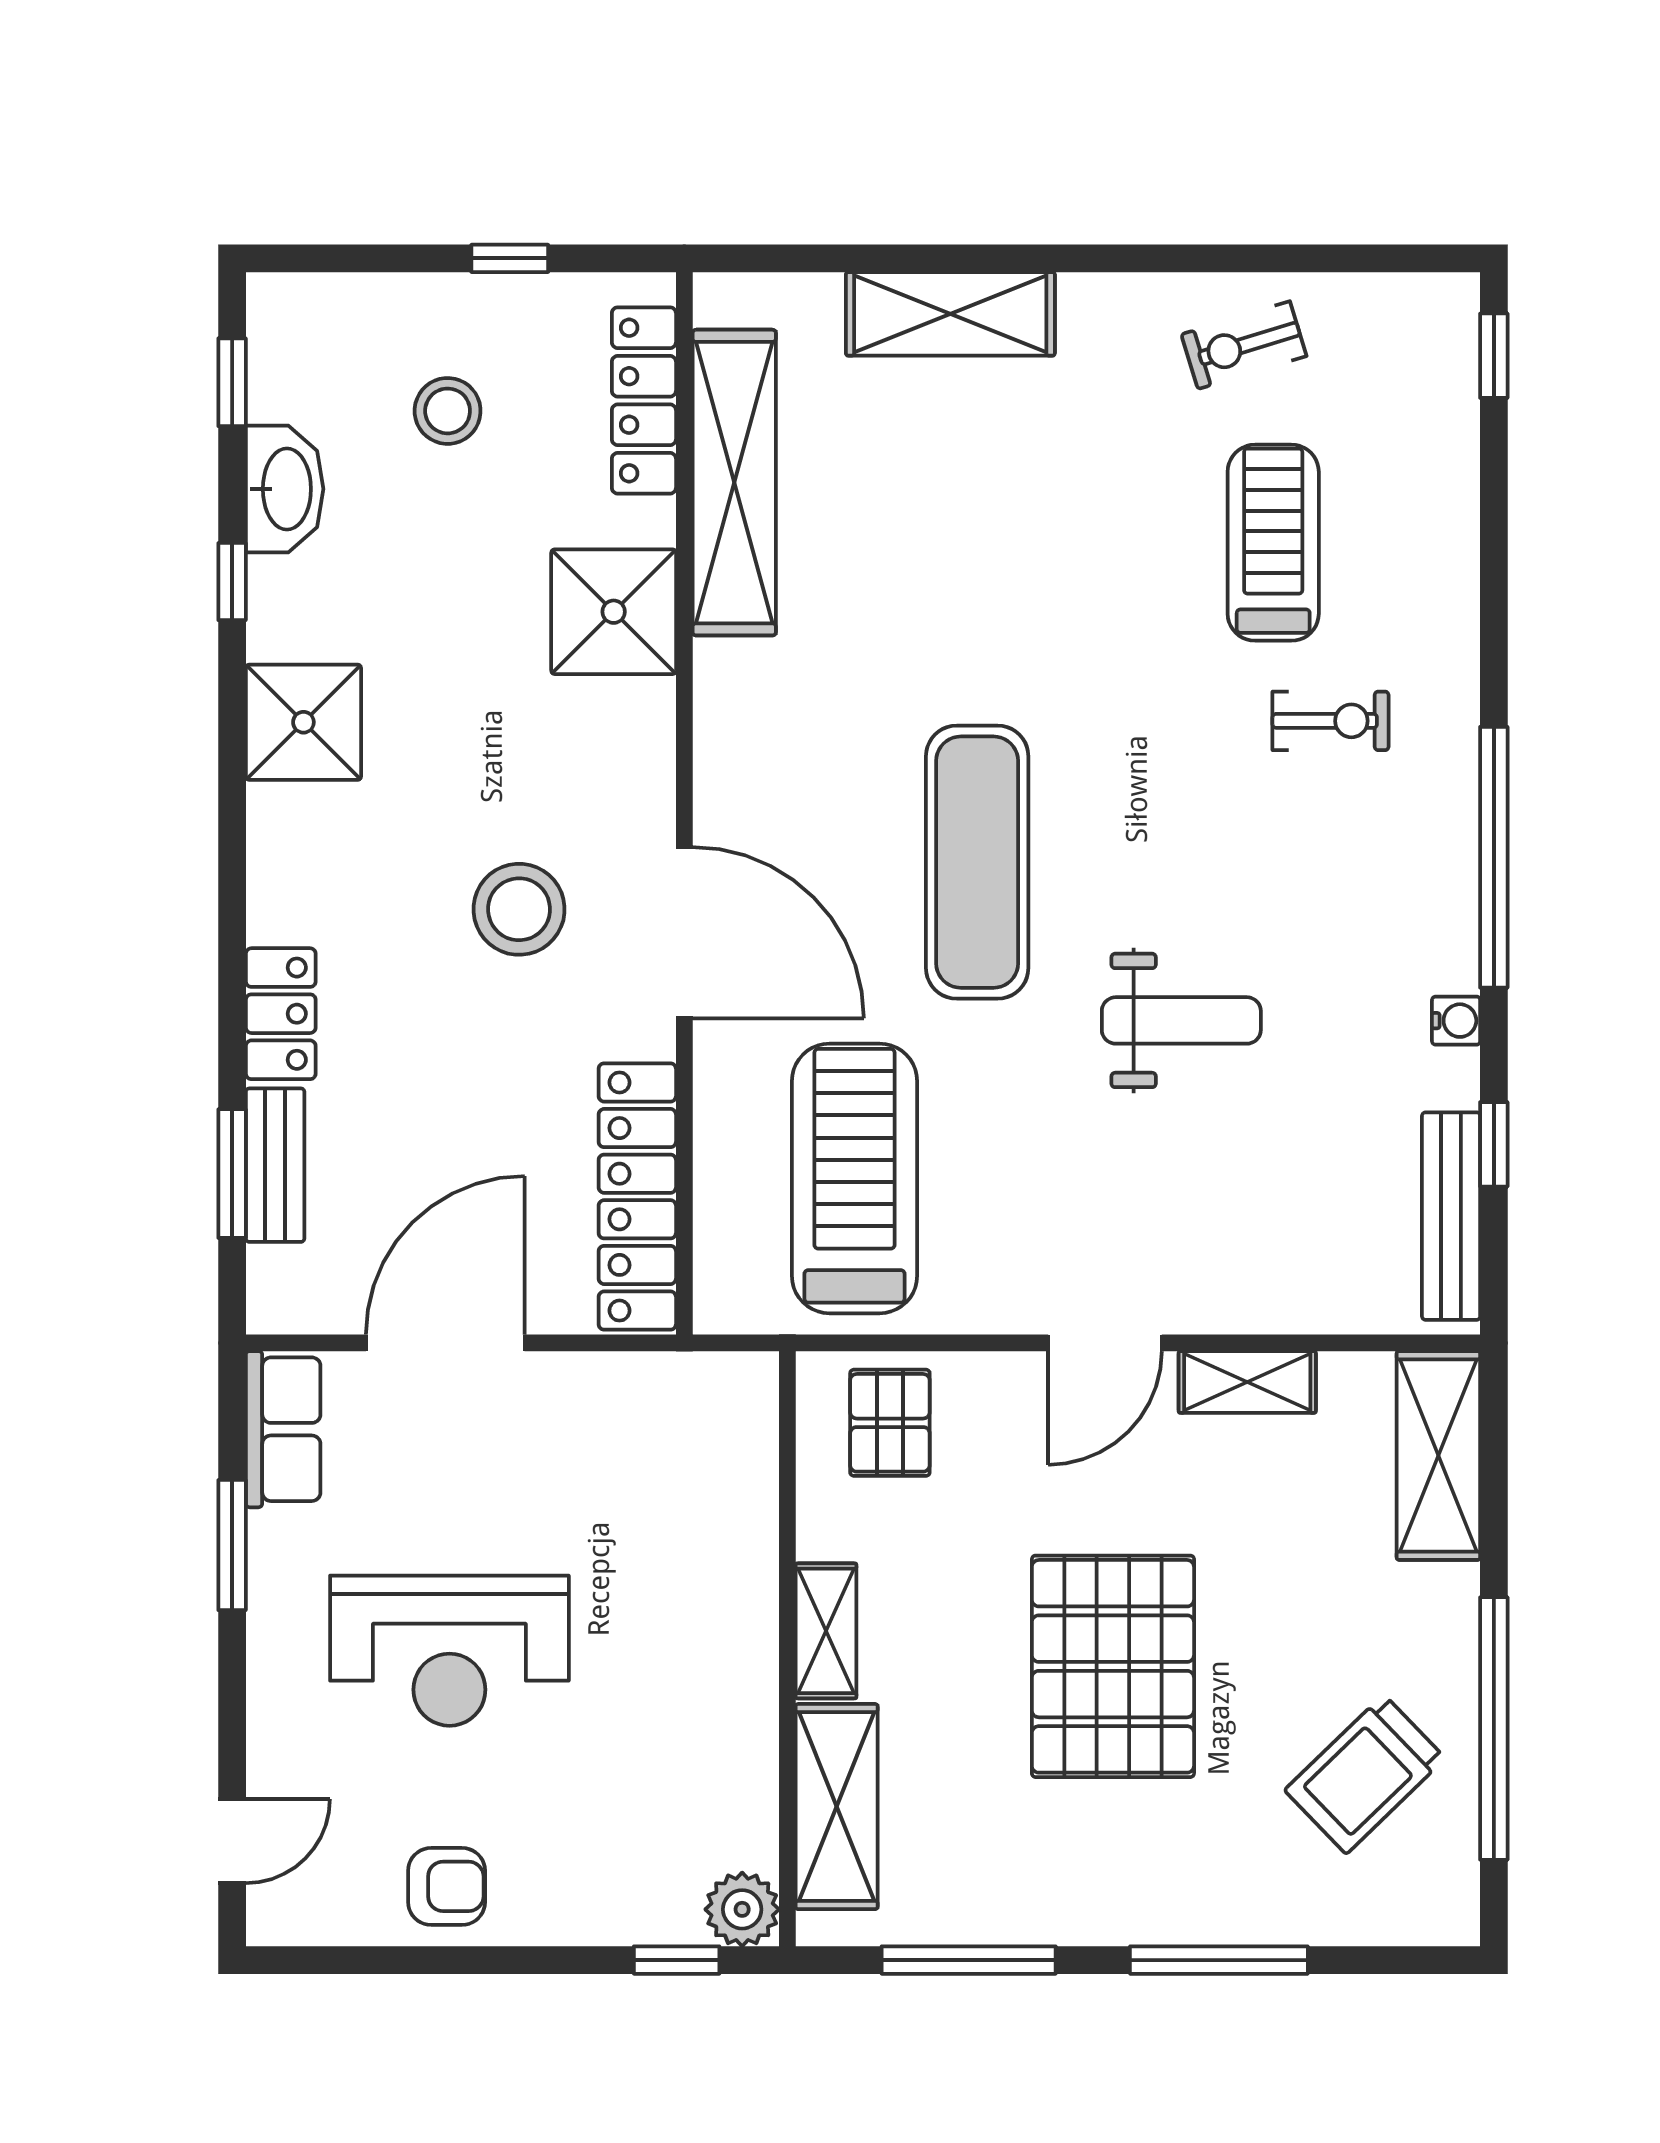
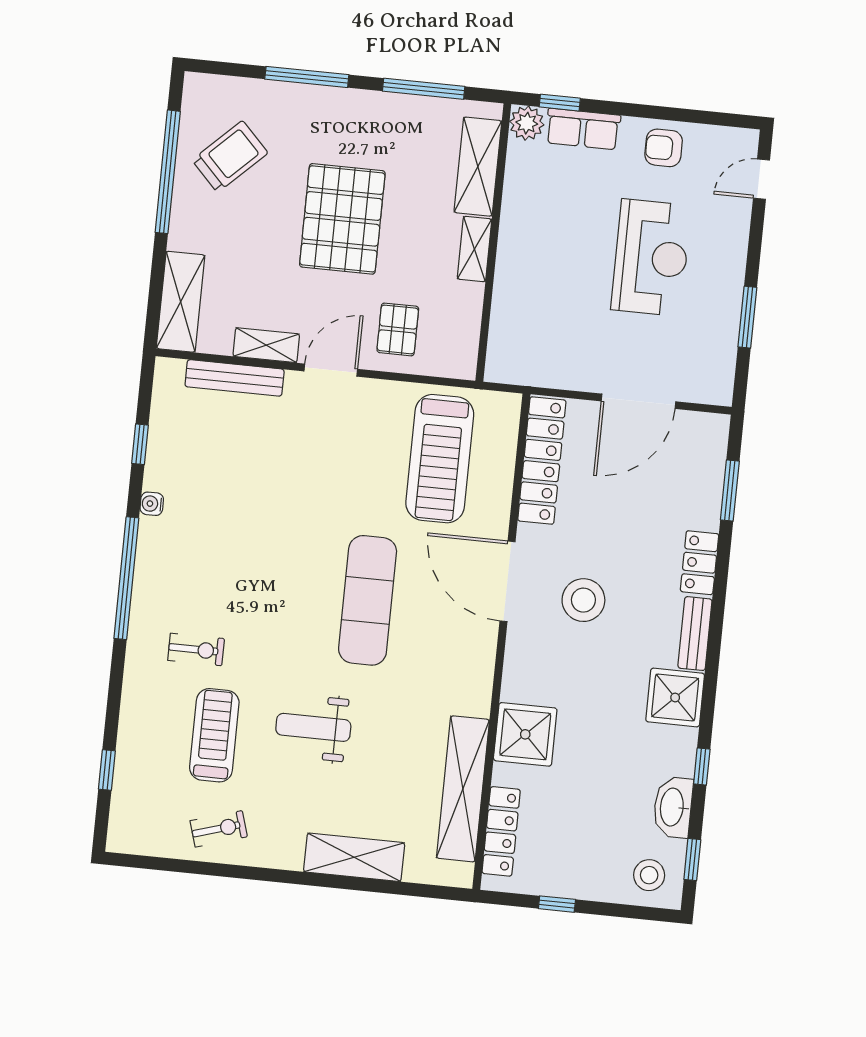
window: (1494, 356) -> (107, 770), moved
stool: (448, 411) -> (649, 875), moved
treadmill: (1273, 543) -> (214, 735), turned 180
exercise bike: (1331, 721) -> (196, 649), turned 180
weight bench: (1181, 1020) -> (313, 727), moved
bench: (275, 1165) -> (695, 634), moved
bench: (1451, 1216) -> (235, 378), moved, turned 90
pallet: (890, 1423) -> (398, 329), moved
row of seats: (283, 1429) -> (583, 129), moved, turned -90
reception desk: (449, 1651) -> (651, 258), turned 90

